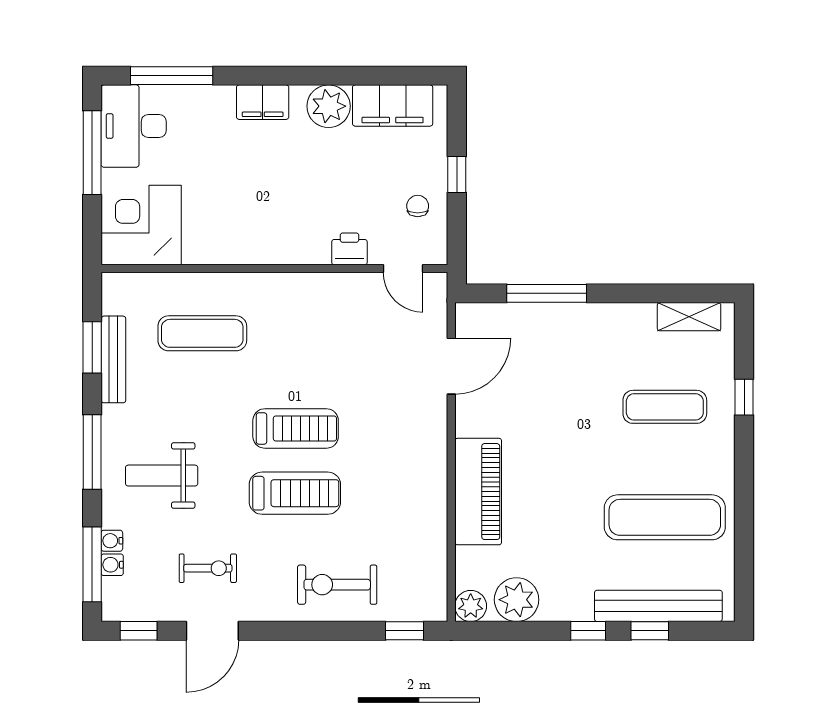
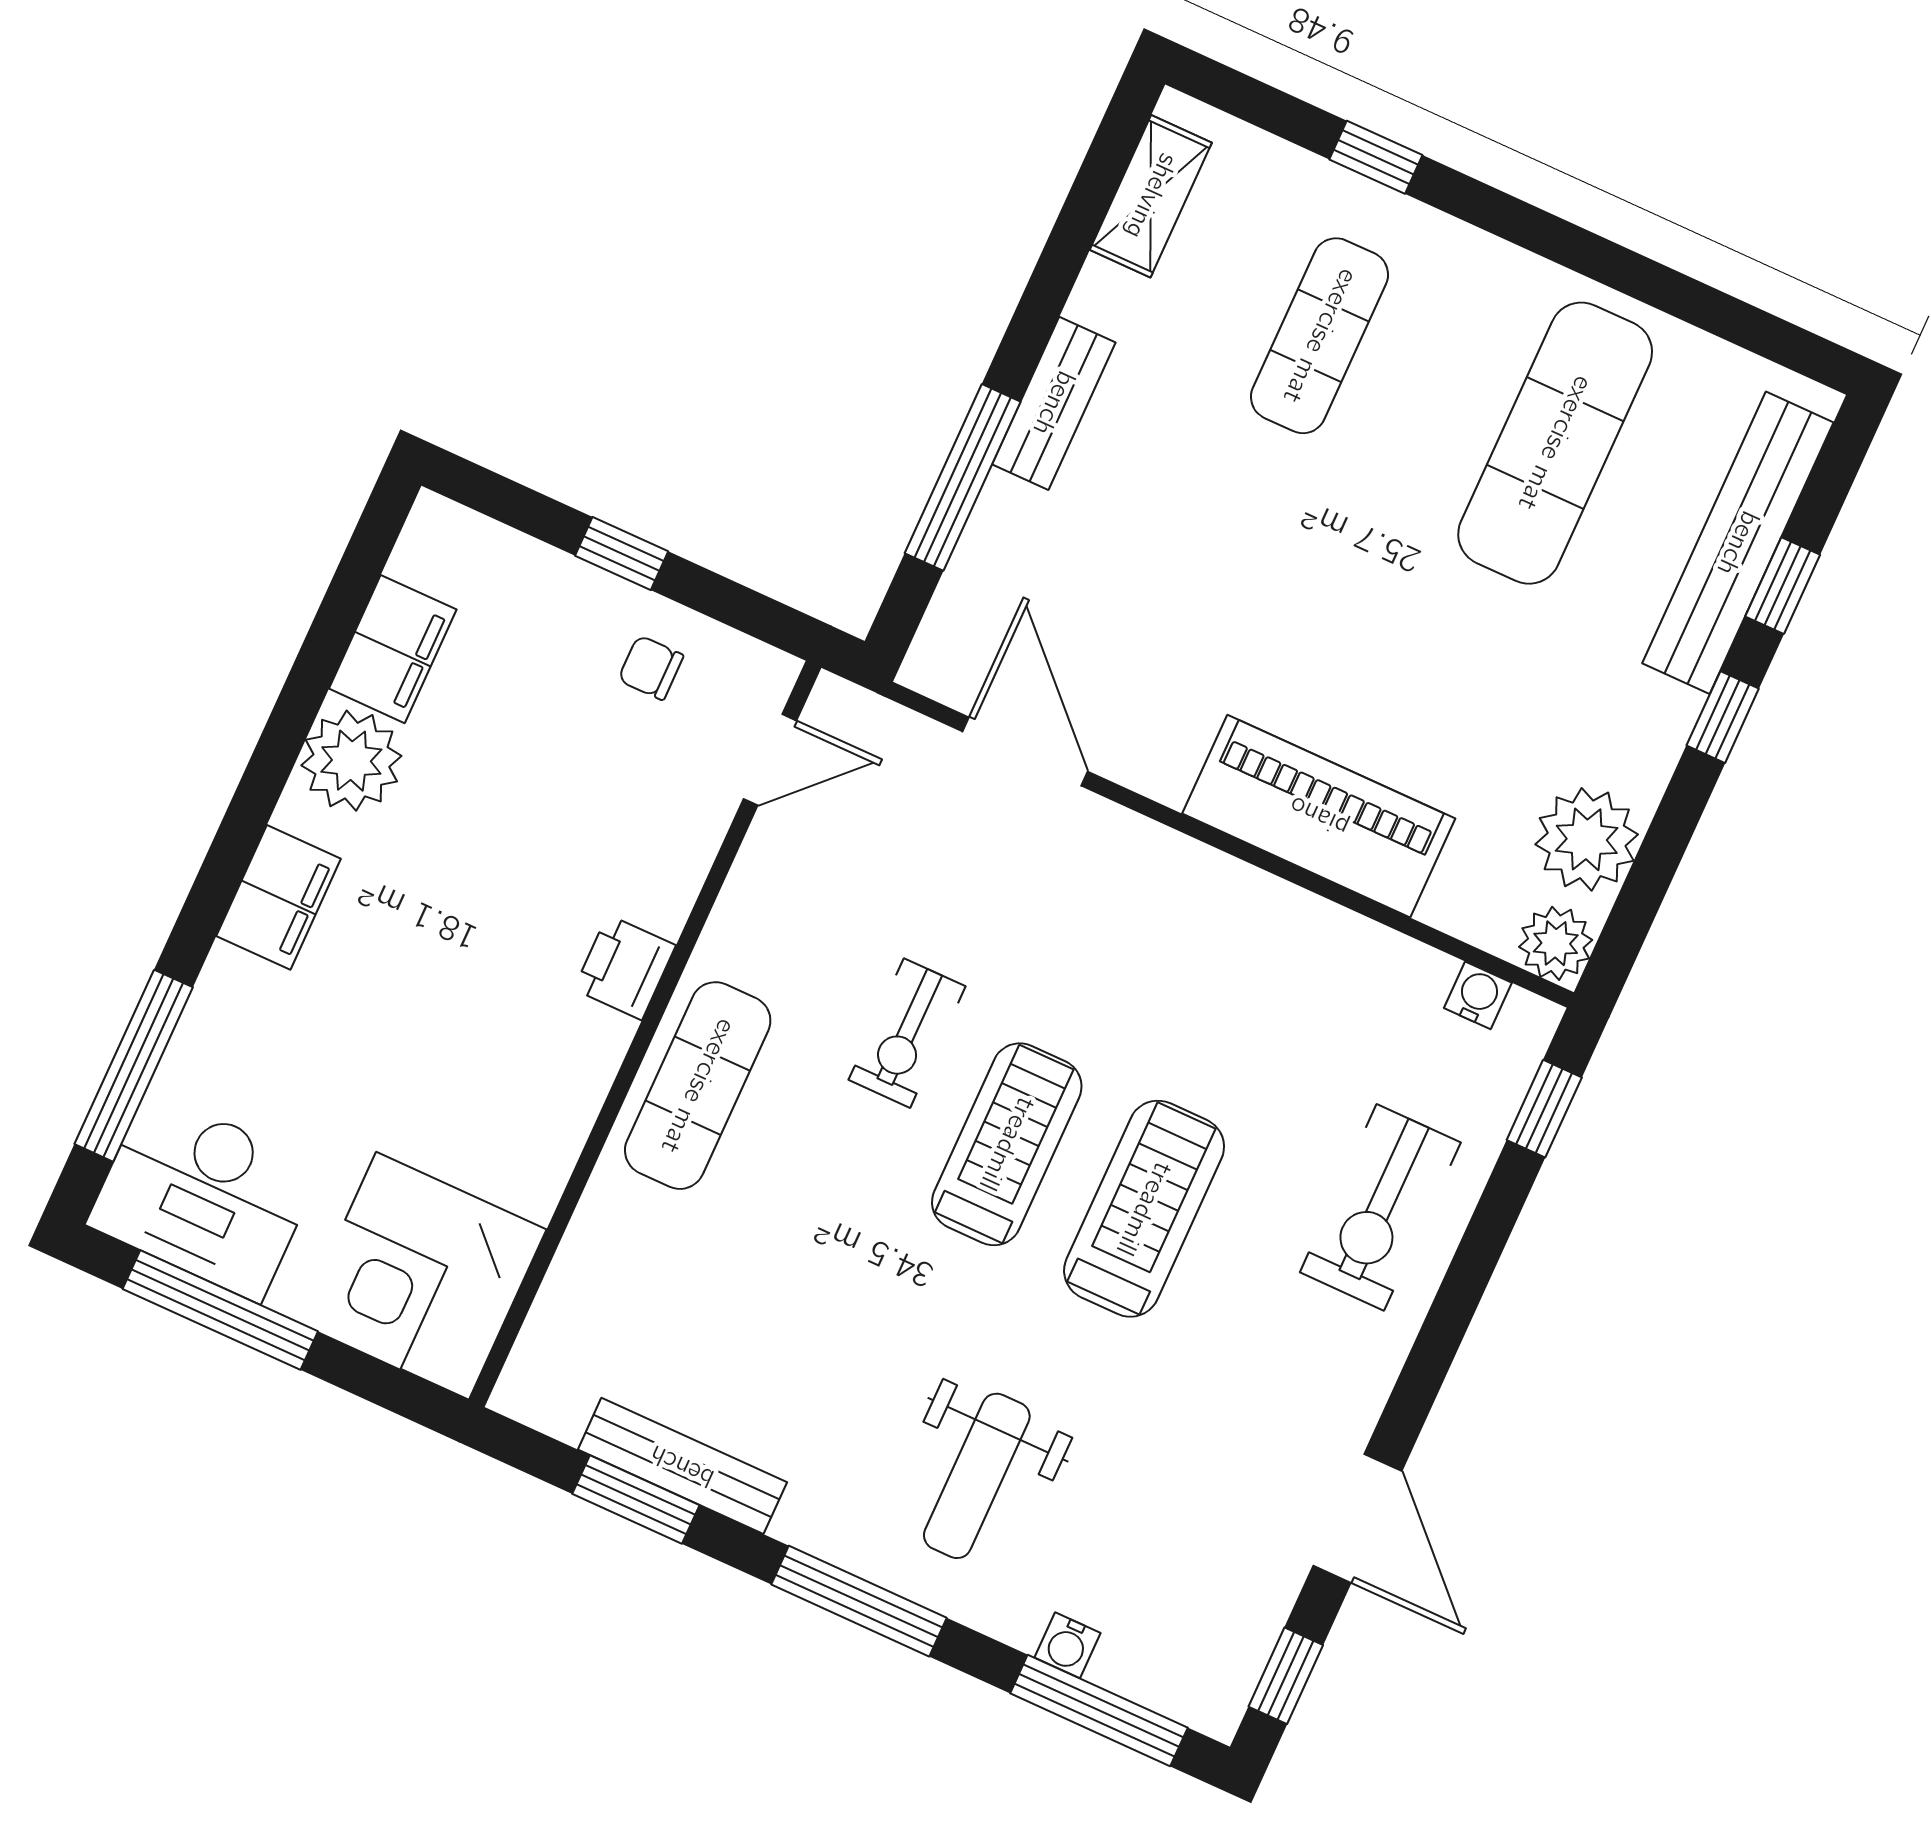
filing cabinet: (393, 106) -> (393, 649), width x0.67, depth x0.86
printer: (349, 249) -> (625, 967), moved
bench: (591, 316) -> (1054, 403), added
exercise mat: (202, 333) -> (698, 1086), moved
water cooler: (112, 565) -> (1478, 995), moved, turned 180
exercise bike: (208, 568) -> (907, 1033), moved, turned 180

